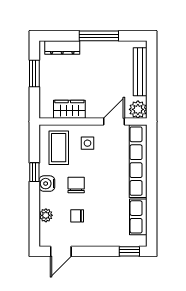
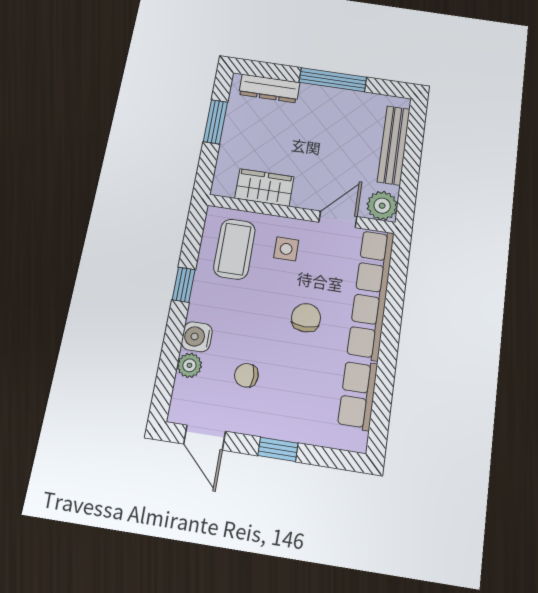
water cooler: (47, 184) -> (197, 337), moved
chair: (76, 185) -> (306, 318), moved
door: (61, 251) -> (205, 438), hinge flipped
window: (129, 251) -> (278, 449), moved

